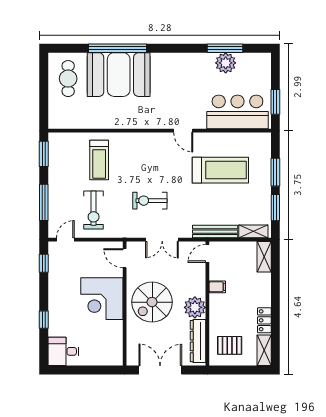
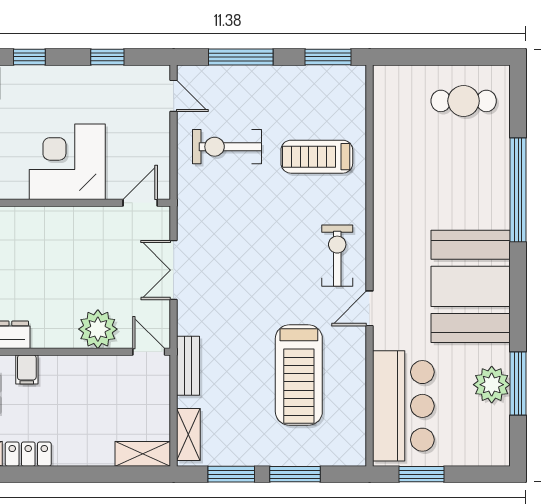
booth: (119, 75) -> (471, 286), moved
exercise bike: (150, 201) -> (337, 256), moved
bench: (215, 232) -> (188, 366), width x0.73
window: (44, 263) -> (107, 57), moved
filing cabinet: (217, 287) -> (27, 370), moved
spiral stairs: (152, 302) -> (61, 252), removed
plant: (195, 307) -> (98, 329), moved

